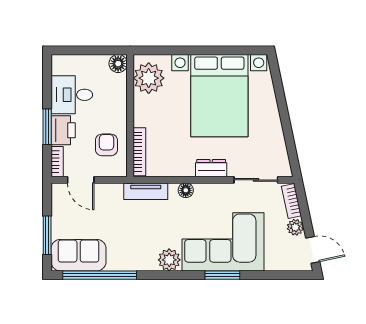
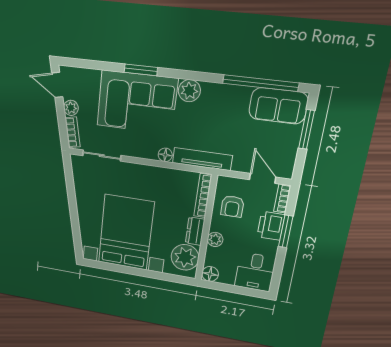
desk: (72, 95) -> (255, 272), moved, turned 90
plant: (119, 105) -> (215, 239), added
dresser: (211, 168) -> (195, 231), moved, turned 90
tv unit: (146, 191) -> (202, 159), width x1.41

